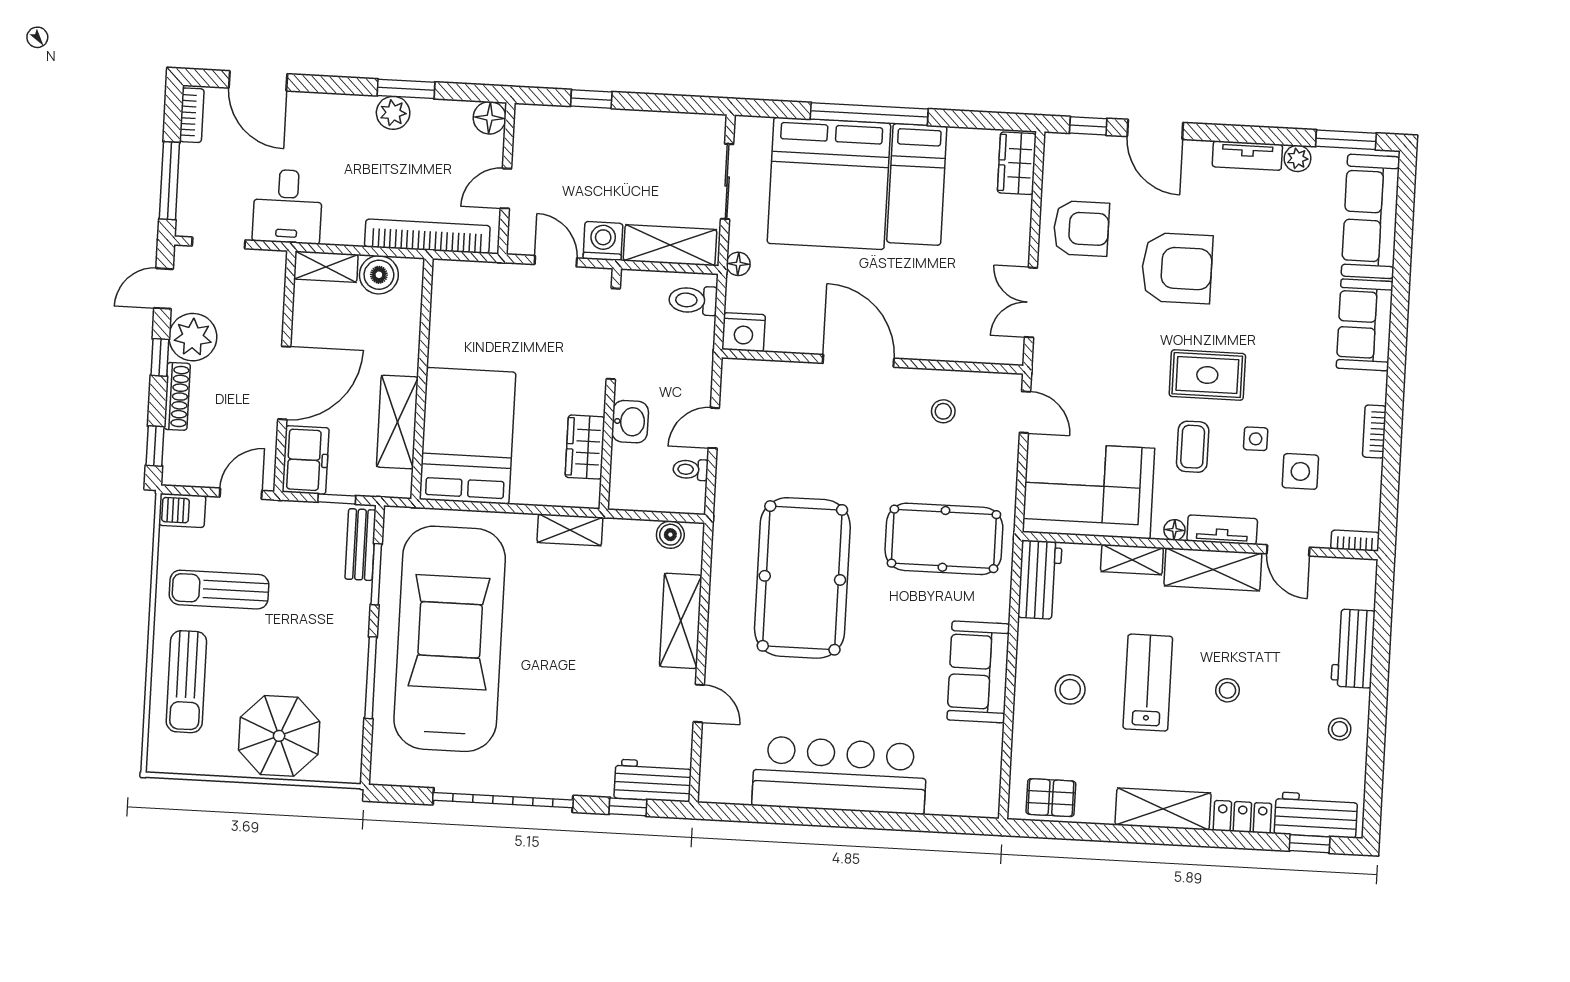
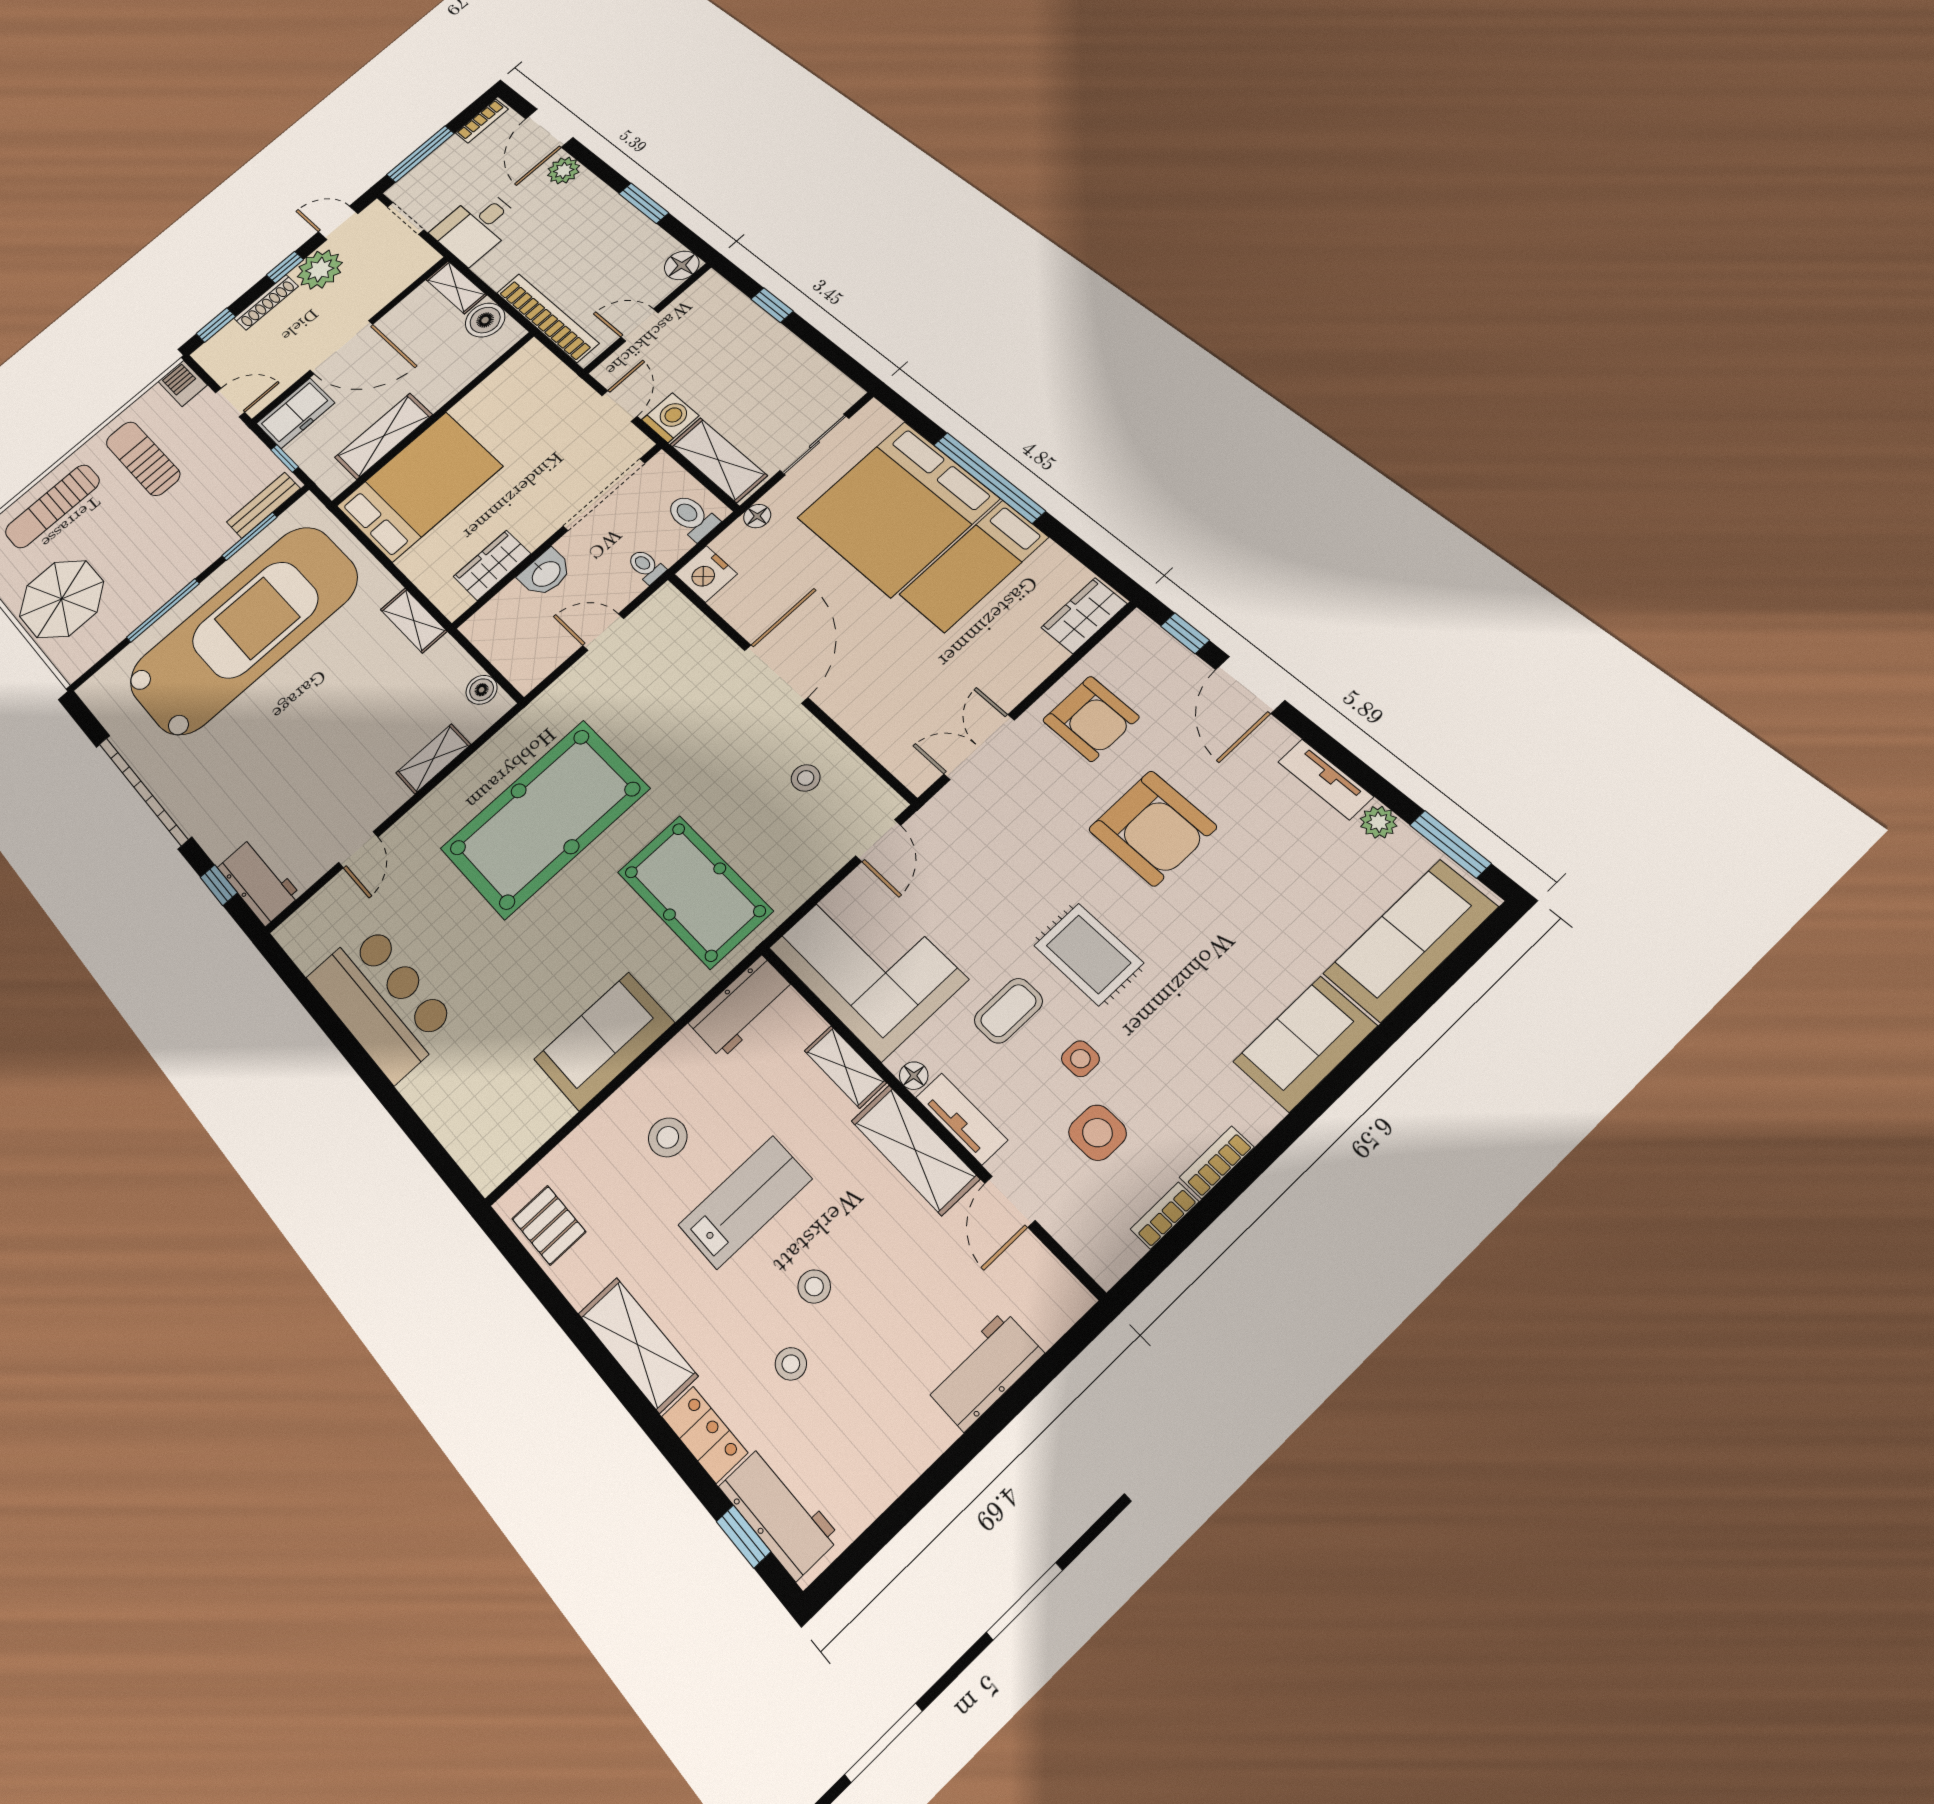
plant: (393, 113) -> (564, 170), moved
toilet: (690, 470) -> (646, 566), moved
bookcase: (1355, 541) -> (1165, 1215), moved, turned -90
shelving: (681, 621) -> (433, 759), width x0.67, depth x0.75
stool: (1340, 729) -> (791, 1364), moved
bar counter: (840, 775) -> (382, 1001), width x0.73

